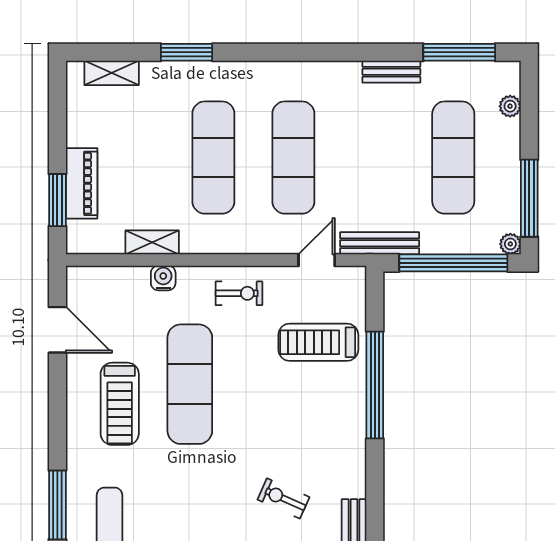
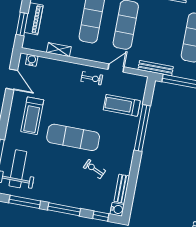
door: (317, 260) -> (116, 68), moved
water cooler: (163, 278) -> (32, 60), moved
exercise mat: (190, 384) -> (73, 137), moved, turned 90

